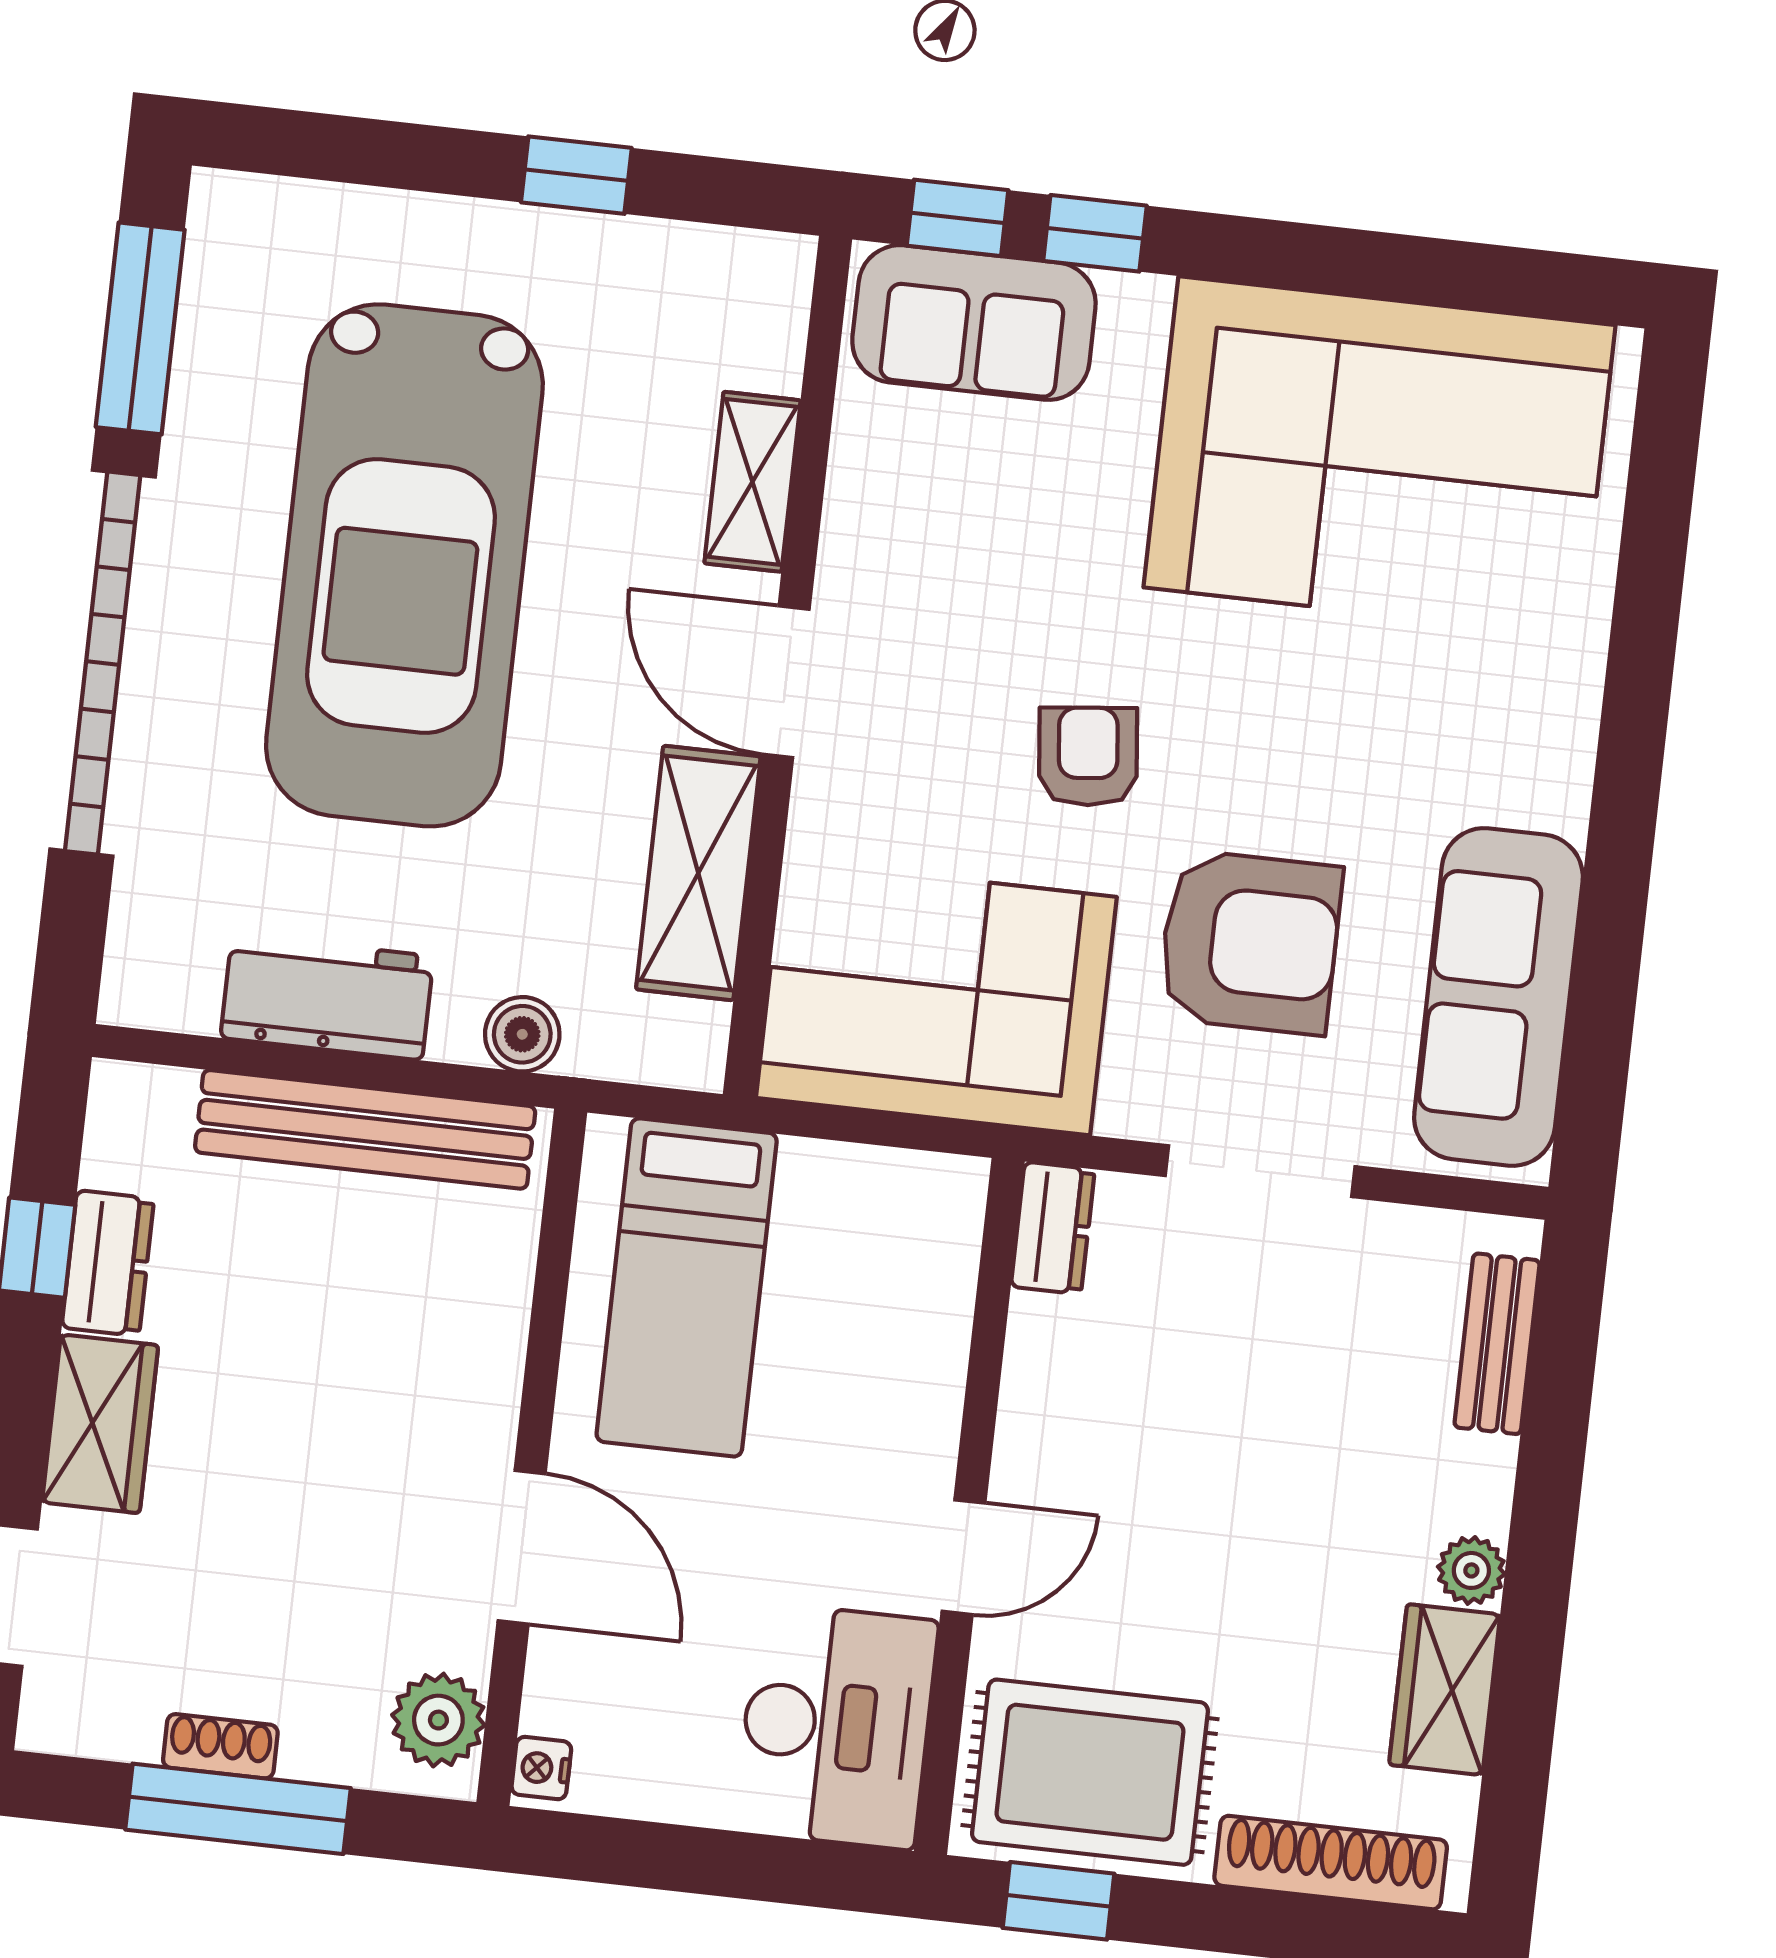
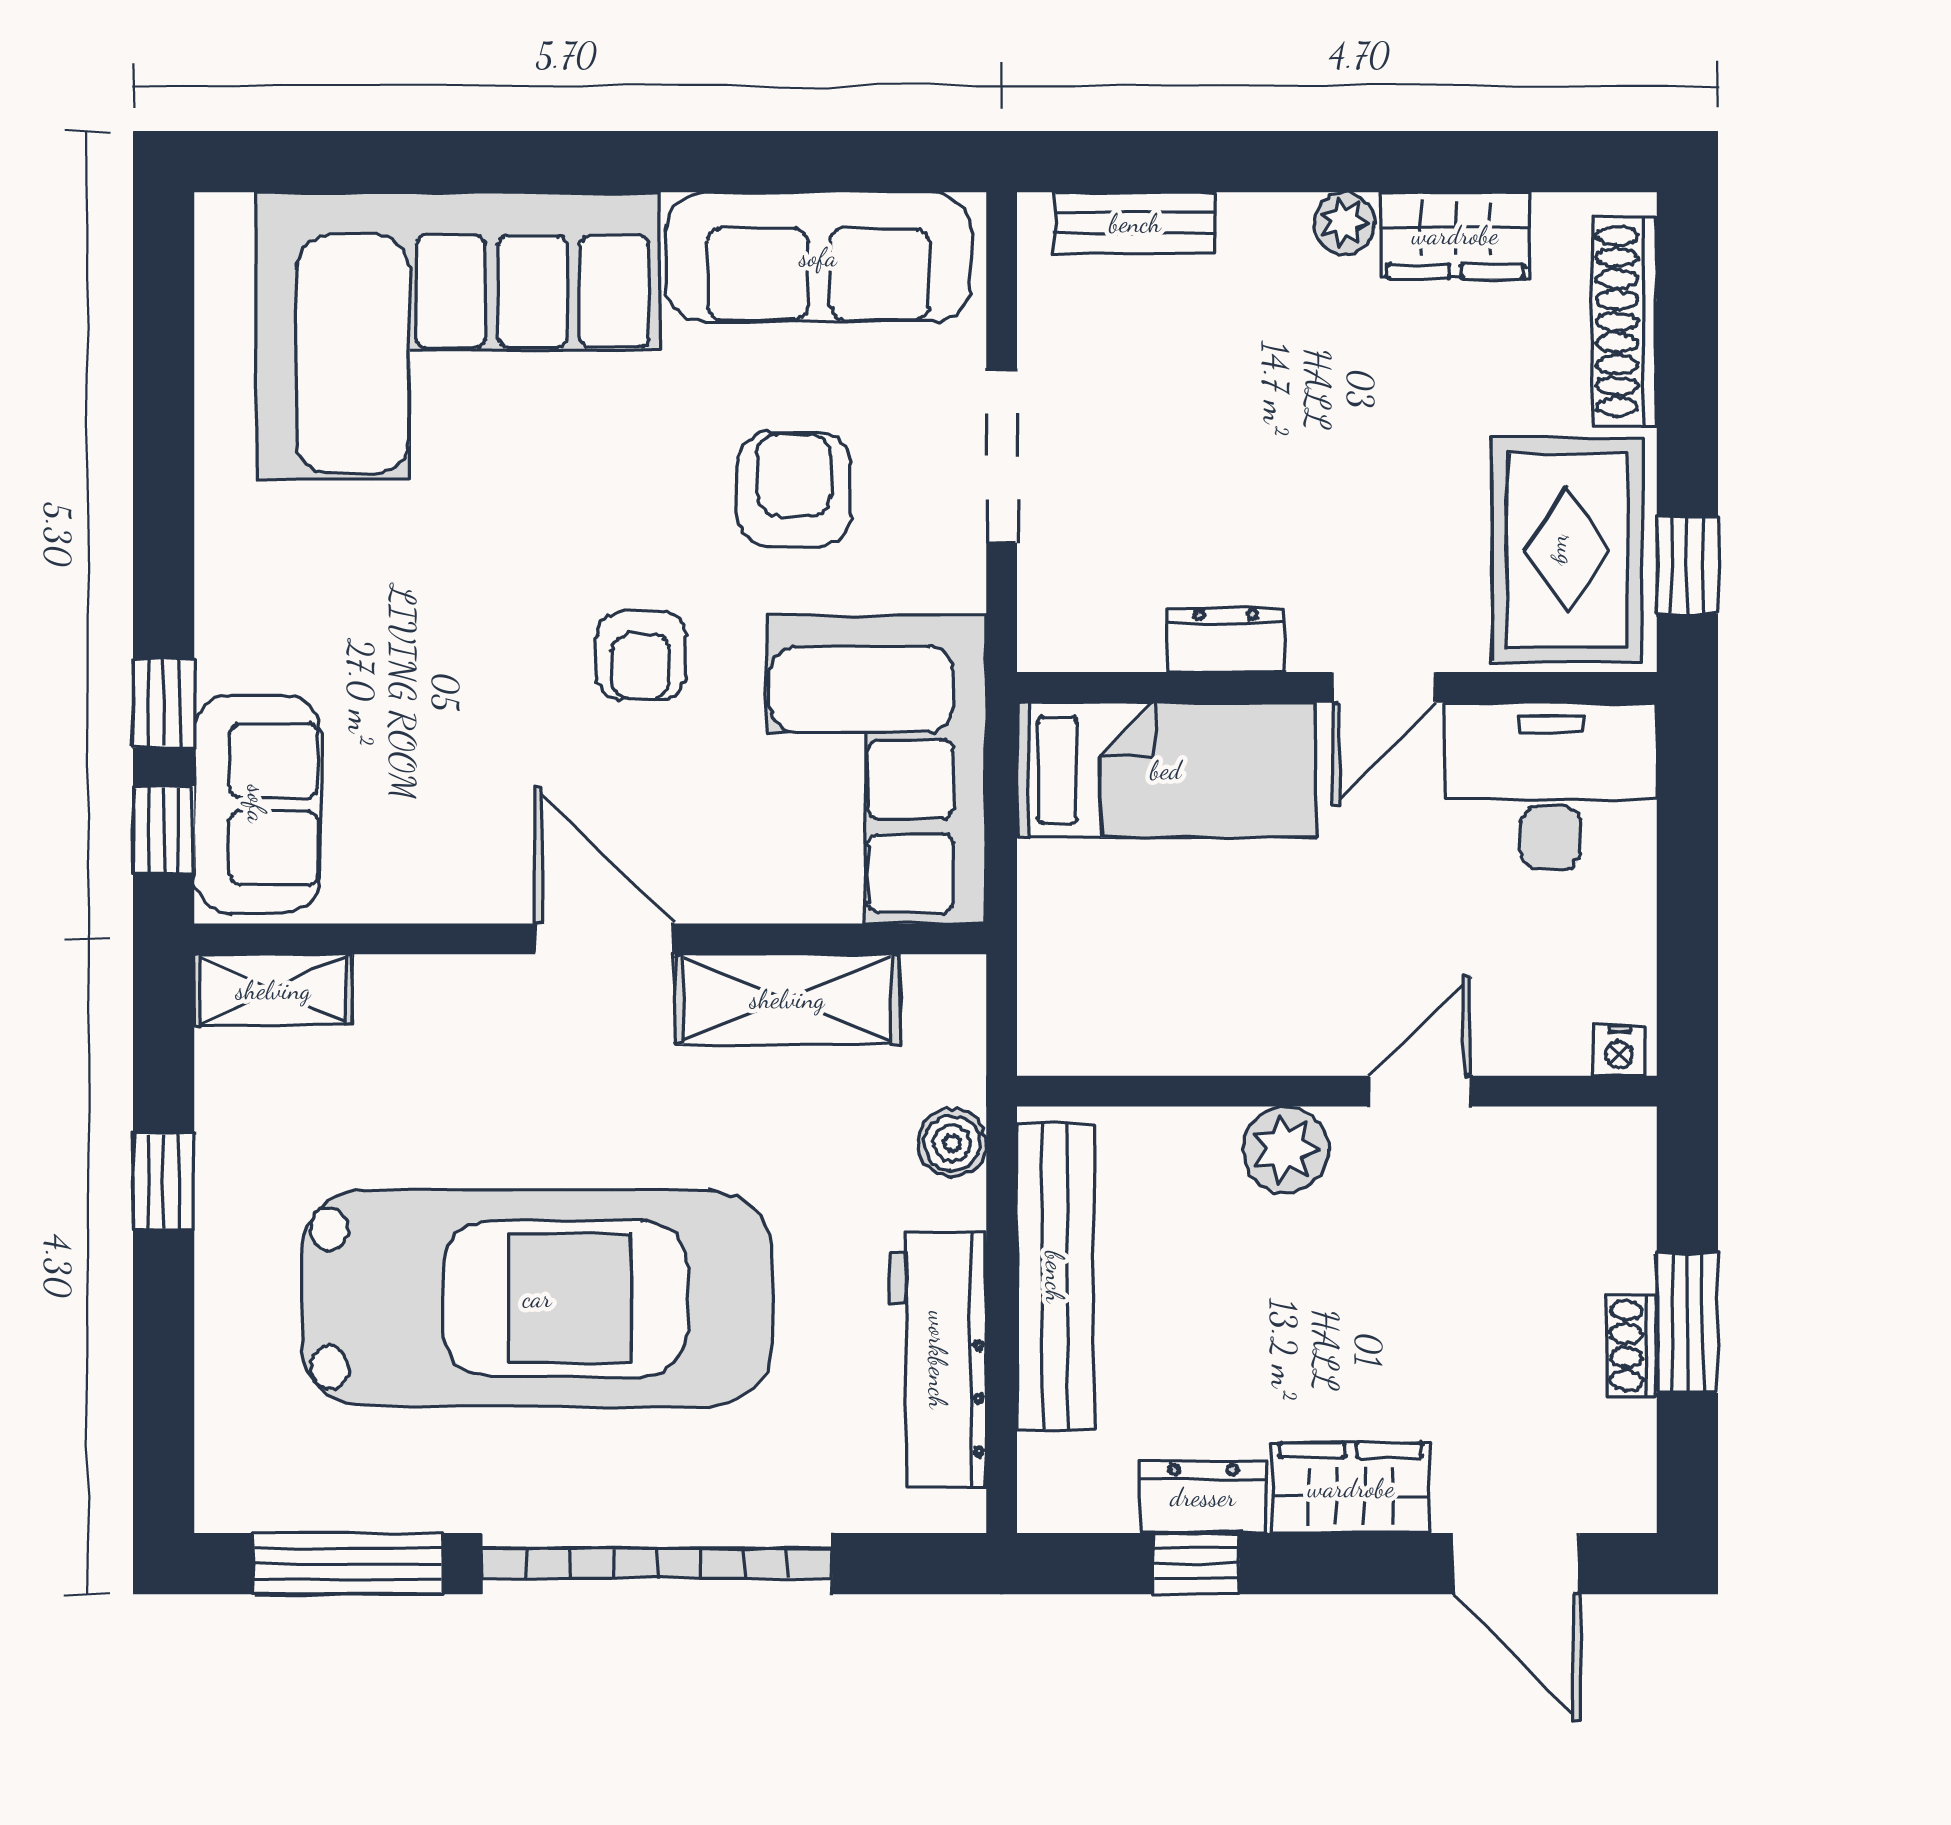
corner sofa: (1380, 456) -> (458, 336), moved, turned 90
shelving: (752, 482) -> (273, 990), moved
door: (786, 682) -> (604, 939), swing flipped
armchair: (1088, 757) -> (641, 656), turned -84
armchair: (1250, 942) -> (794, 489), width x0.73, depth x0.73
workbench: (327, 997) -> (938, 1360), width x1.38
dresser: (1053, 1228) -> (1226, 640), moved
bed: (687, 1287) -> (1166, 770), moved
door: (522, 1547) -> (1420, 1091), width x0.73
door: (963, 1557) -> (1384, 687), swing flipped
plant: (438, 1720) -> (1286, 1149), moved
window: (238, 1809) -> (1687, 1323), width x0.69

